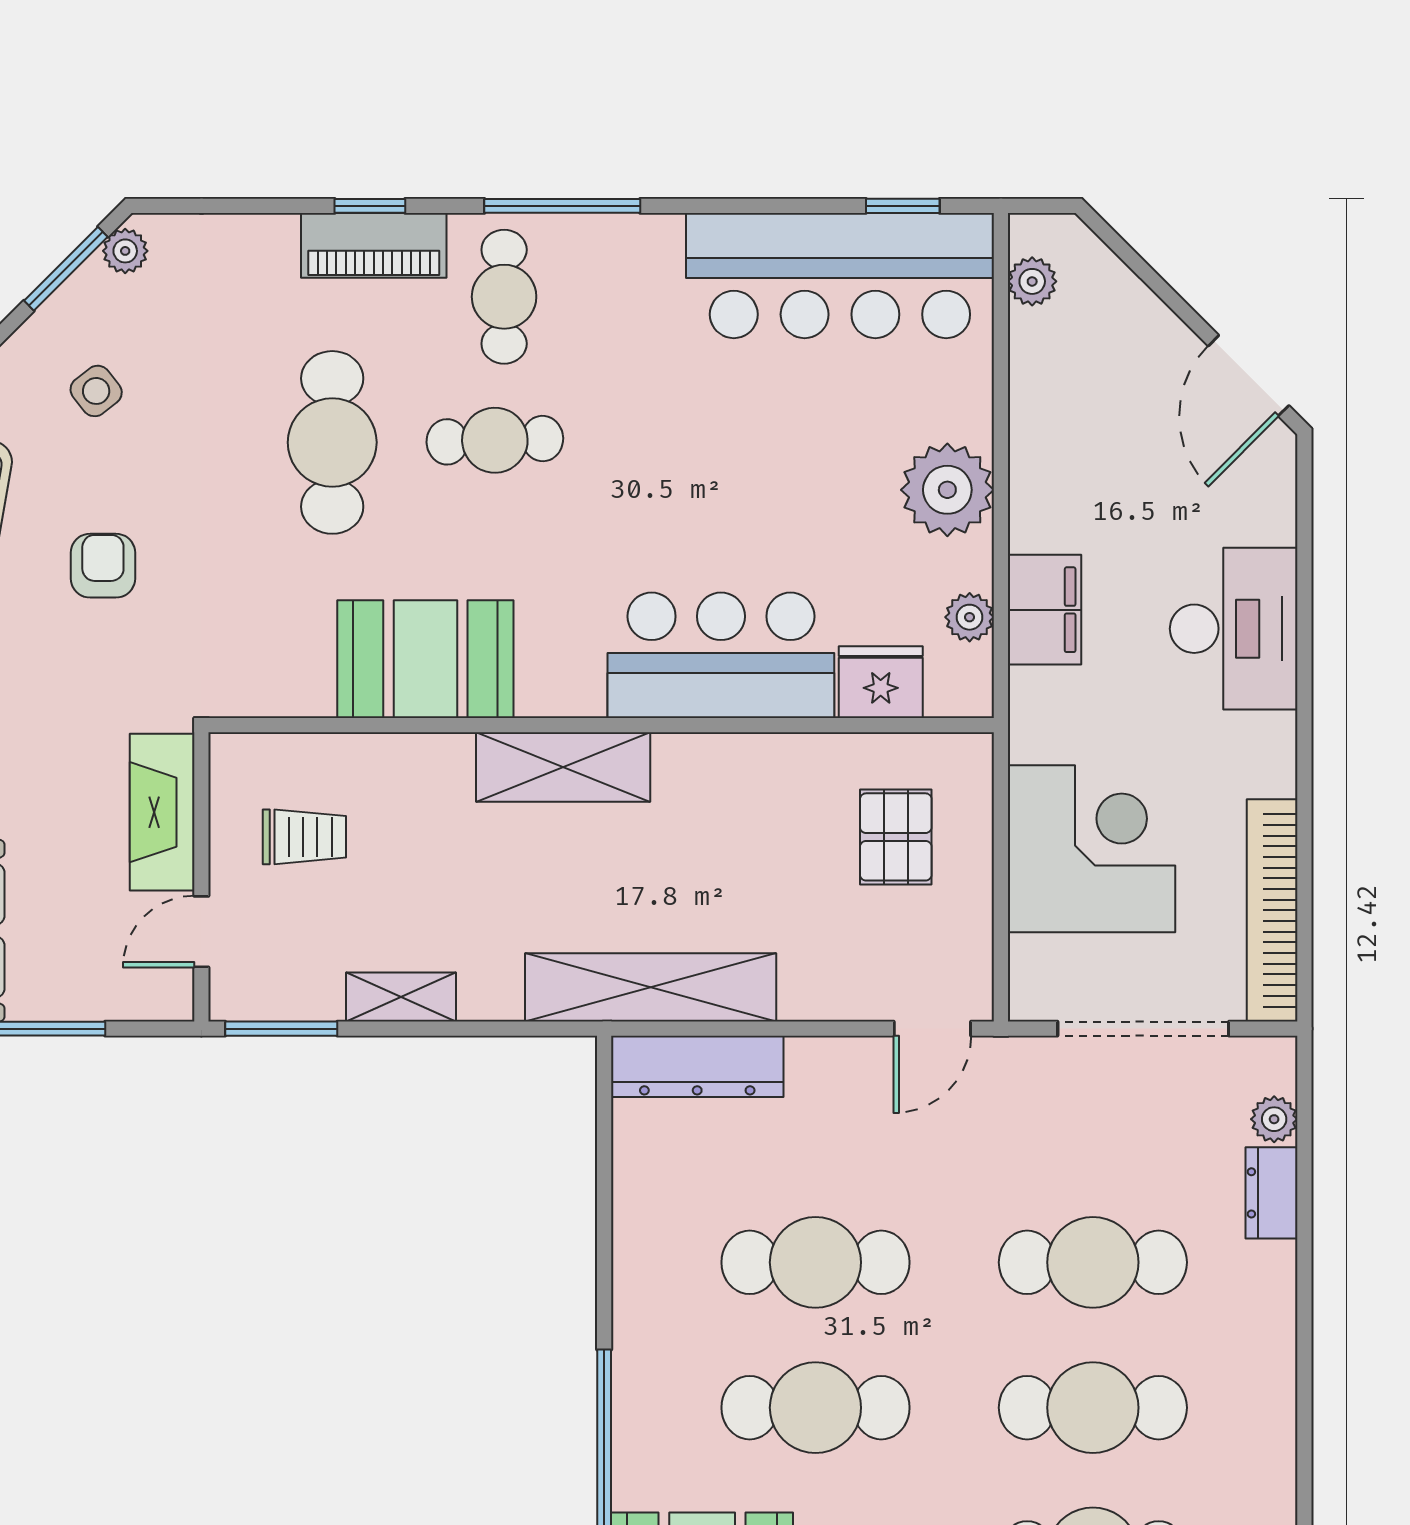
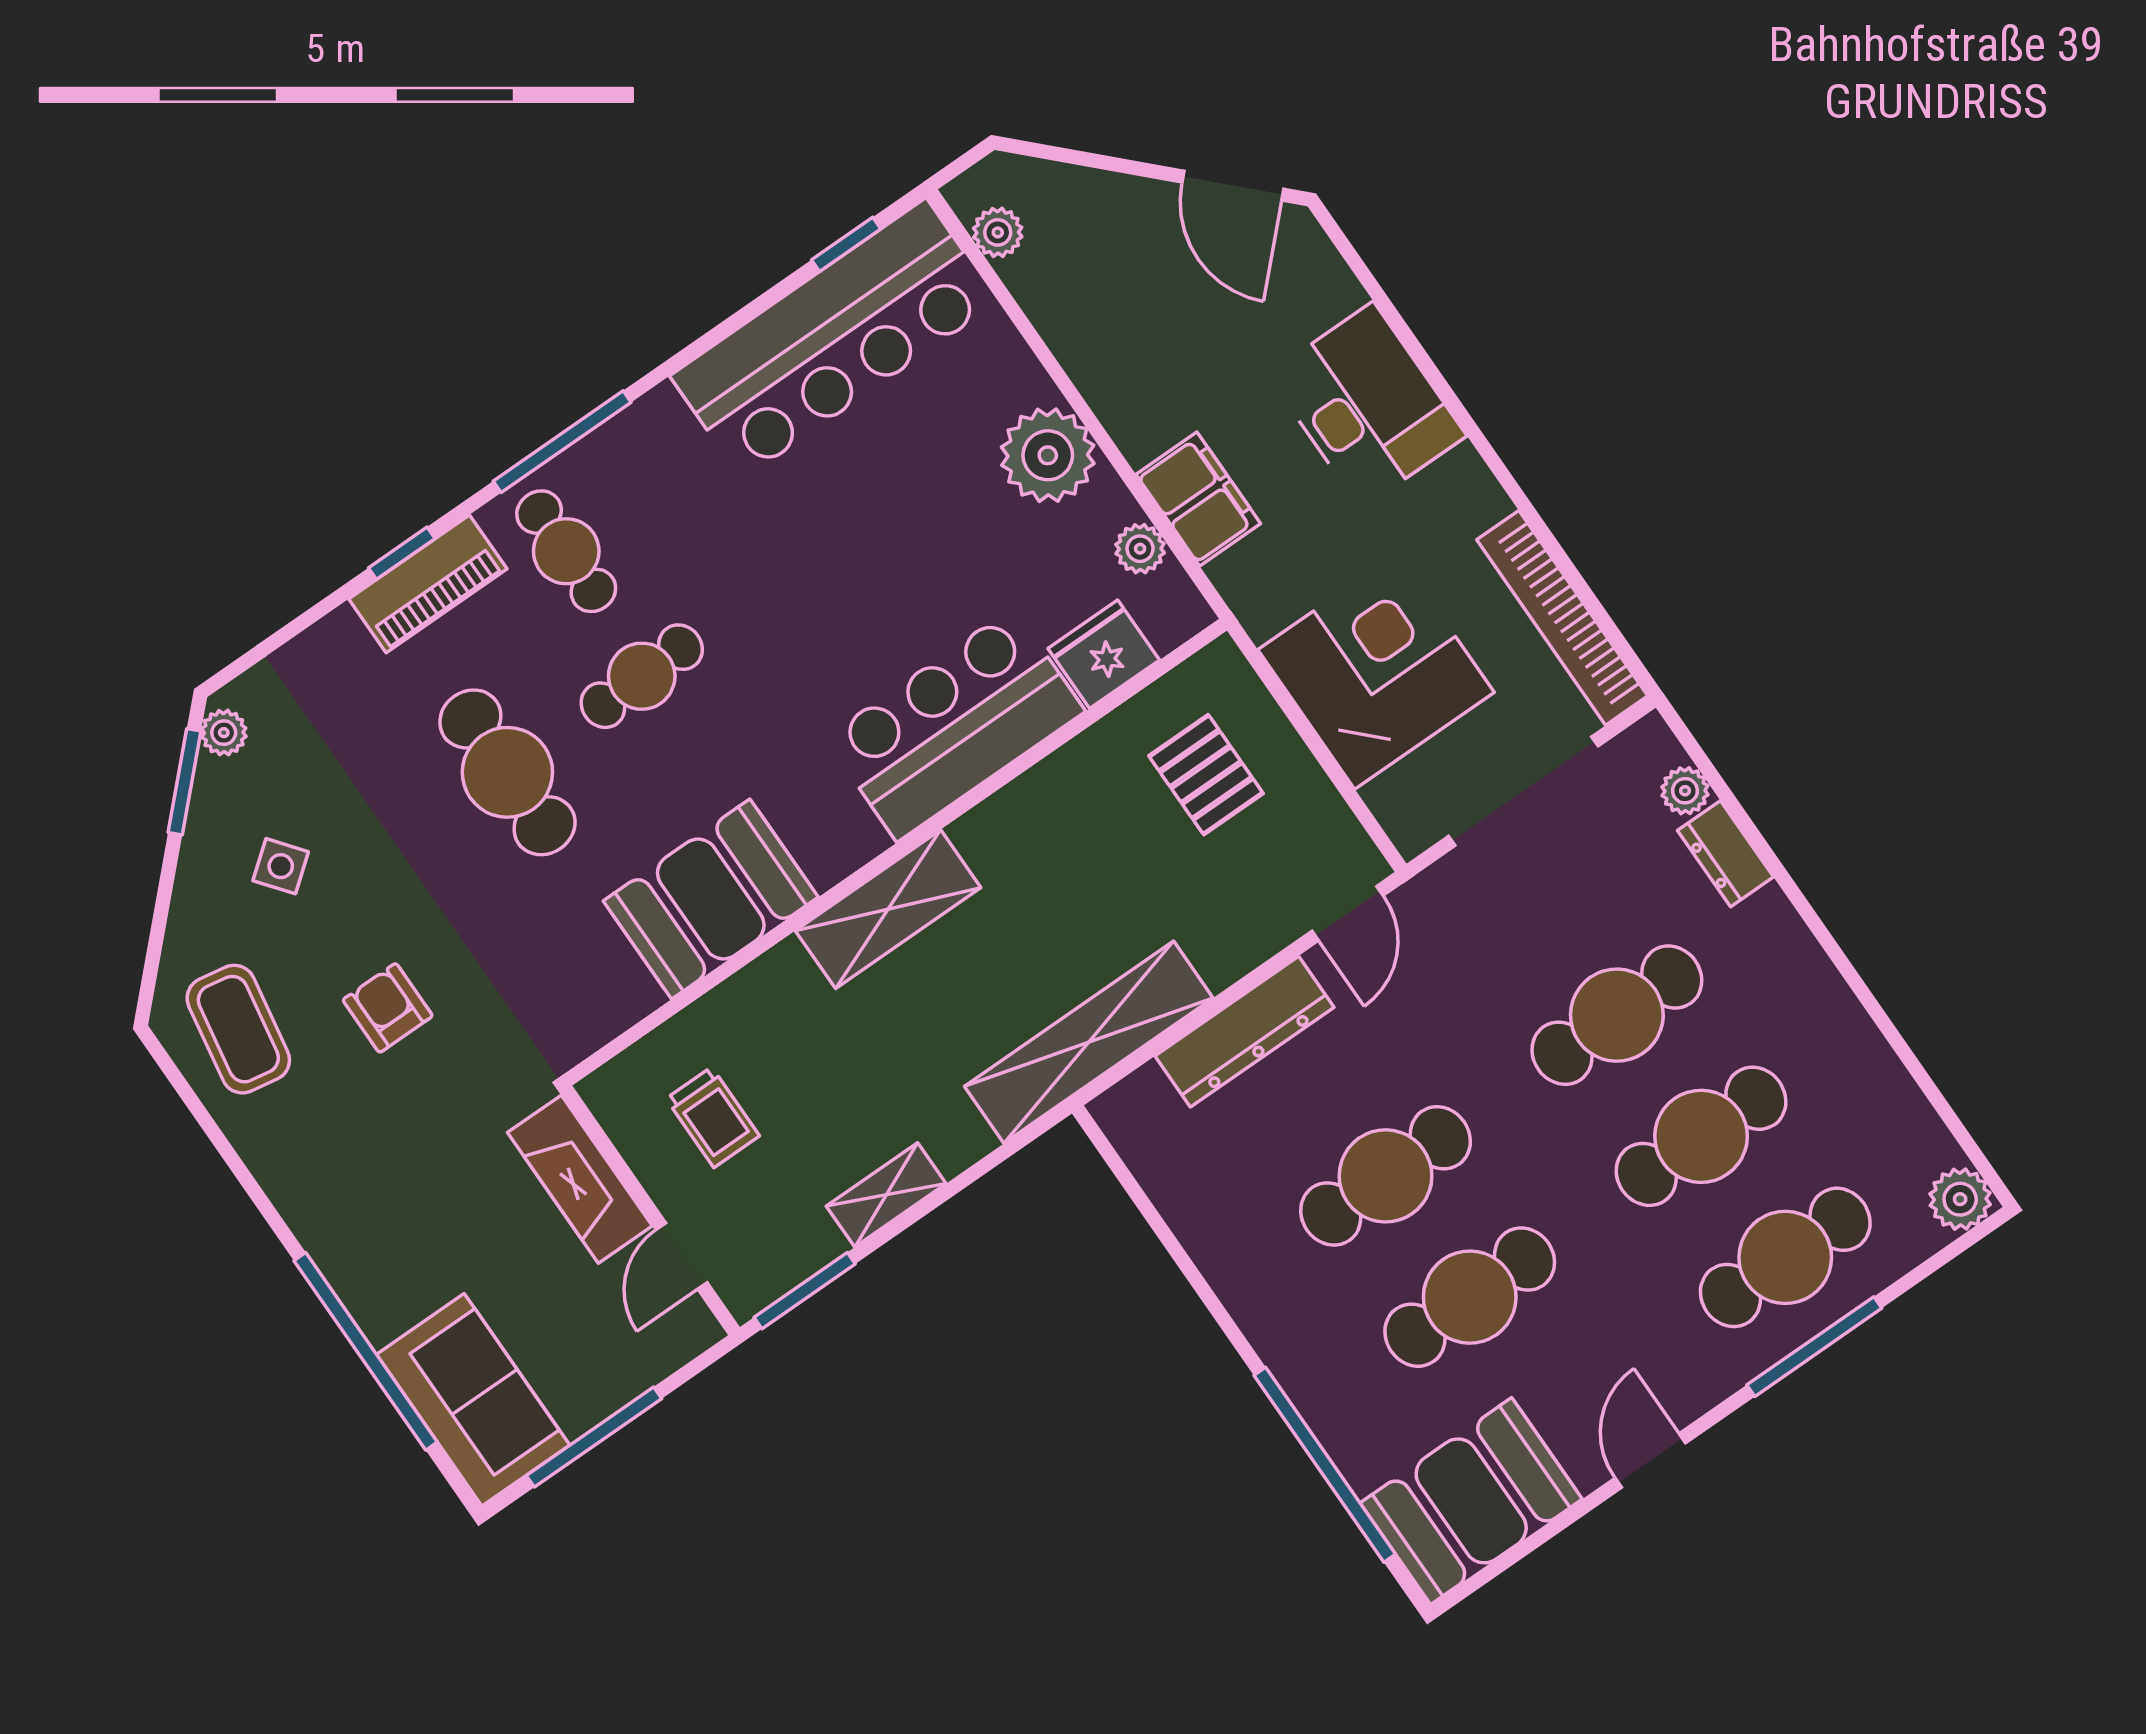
trolley: (304, 837) -> (713, 1117), turned 90
dresser: (697, 1066) -> (1245, 1032), moved

